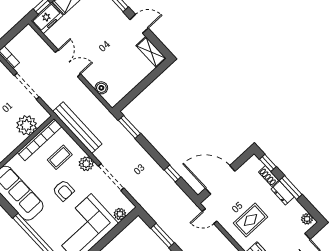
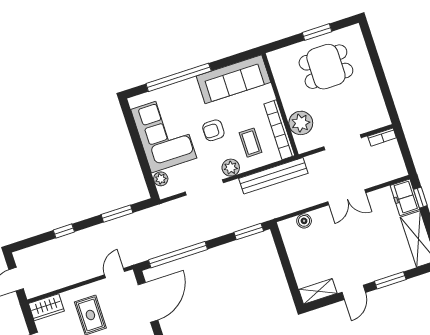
window: (173, 174) -> (178, 255), width x3.17

